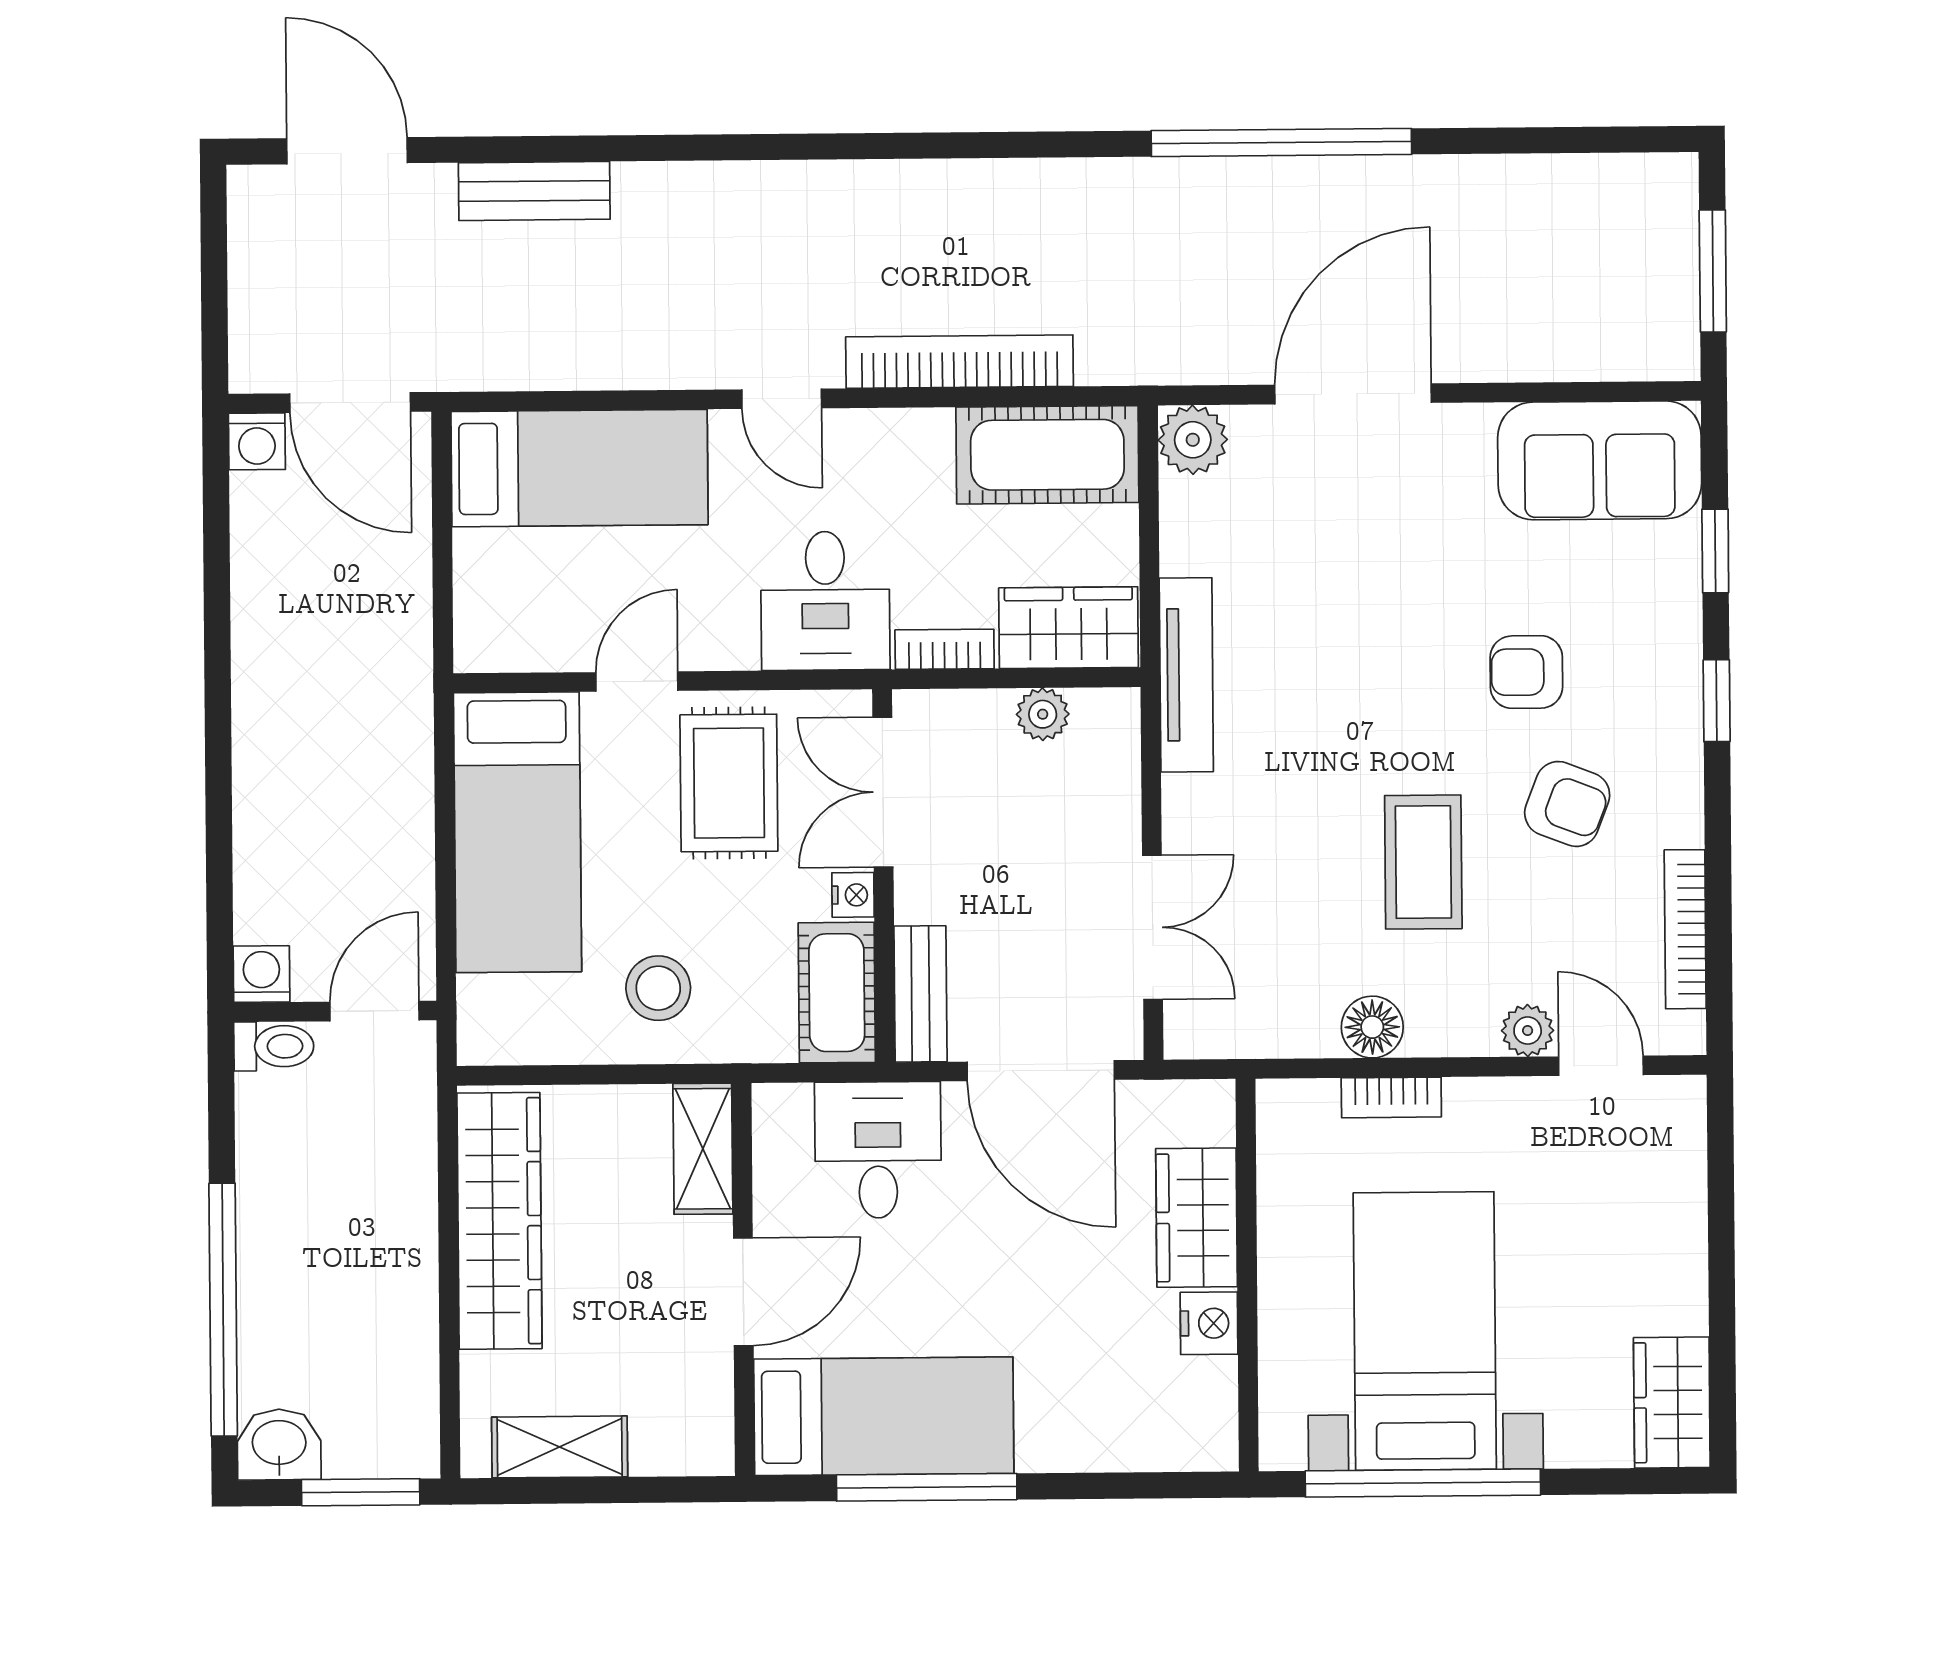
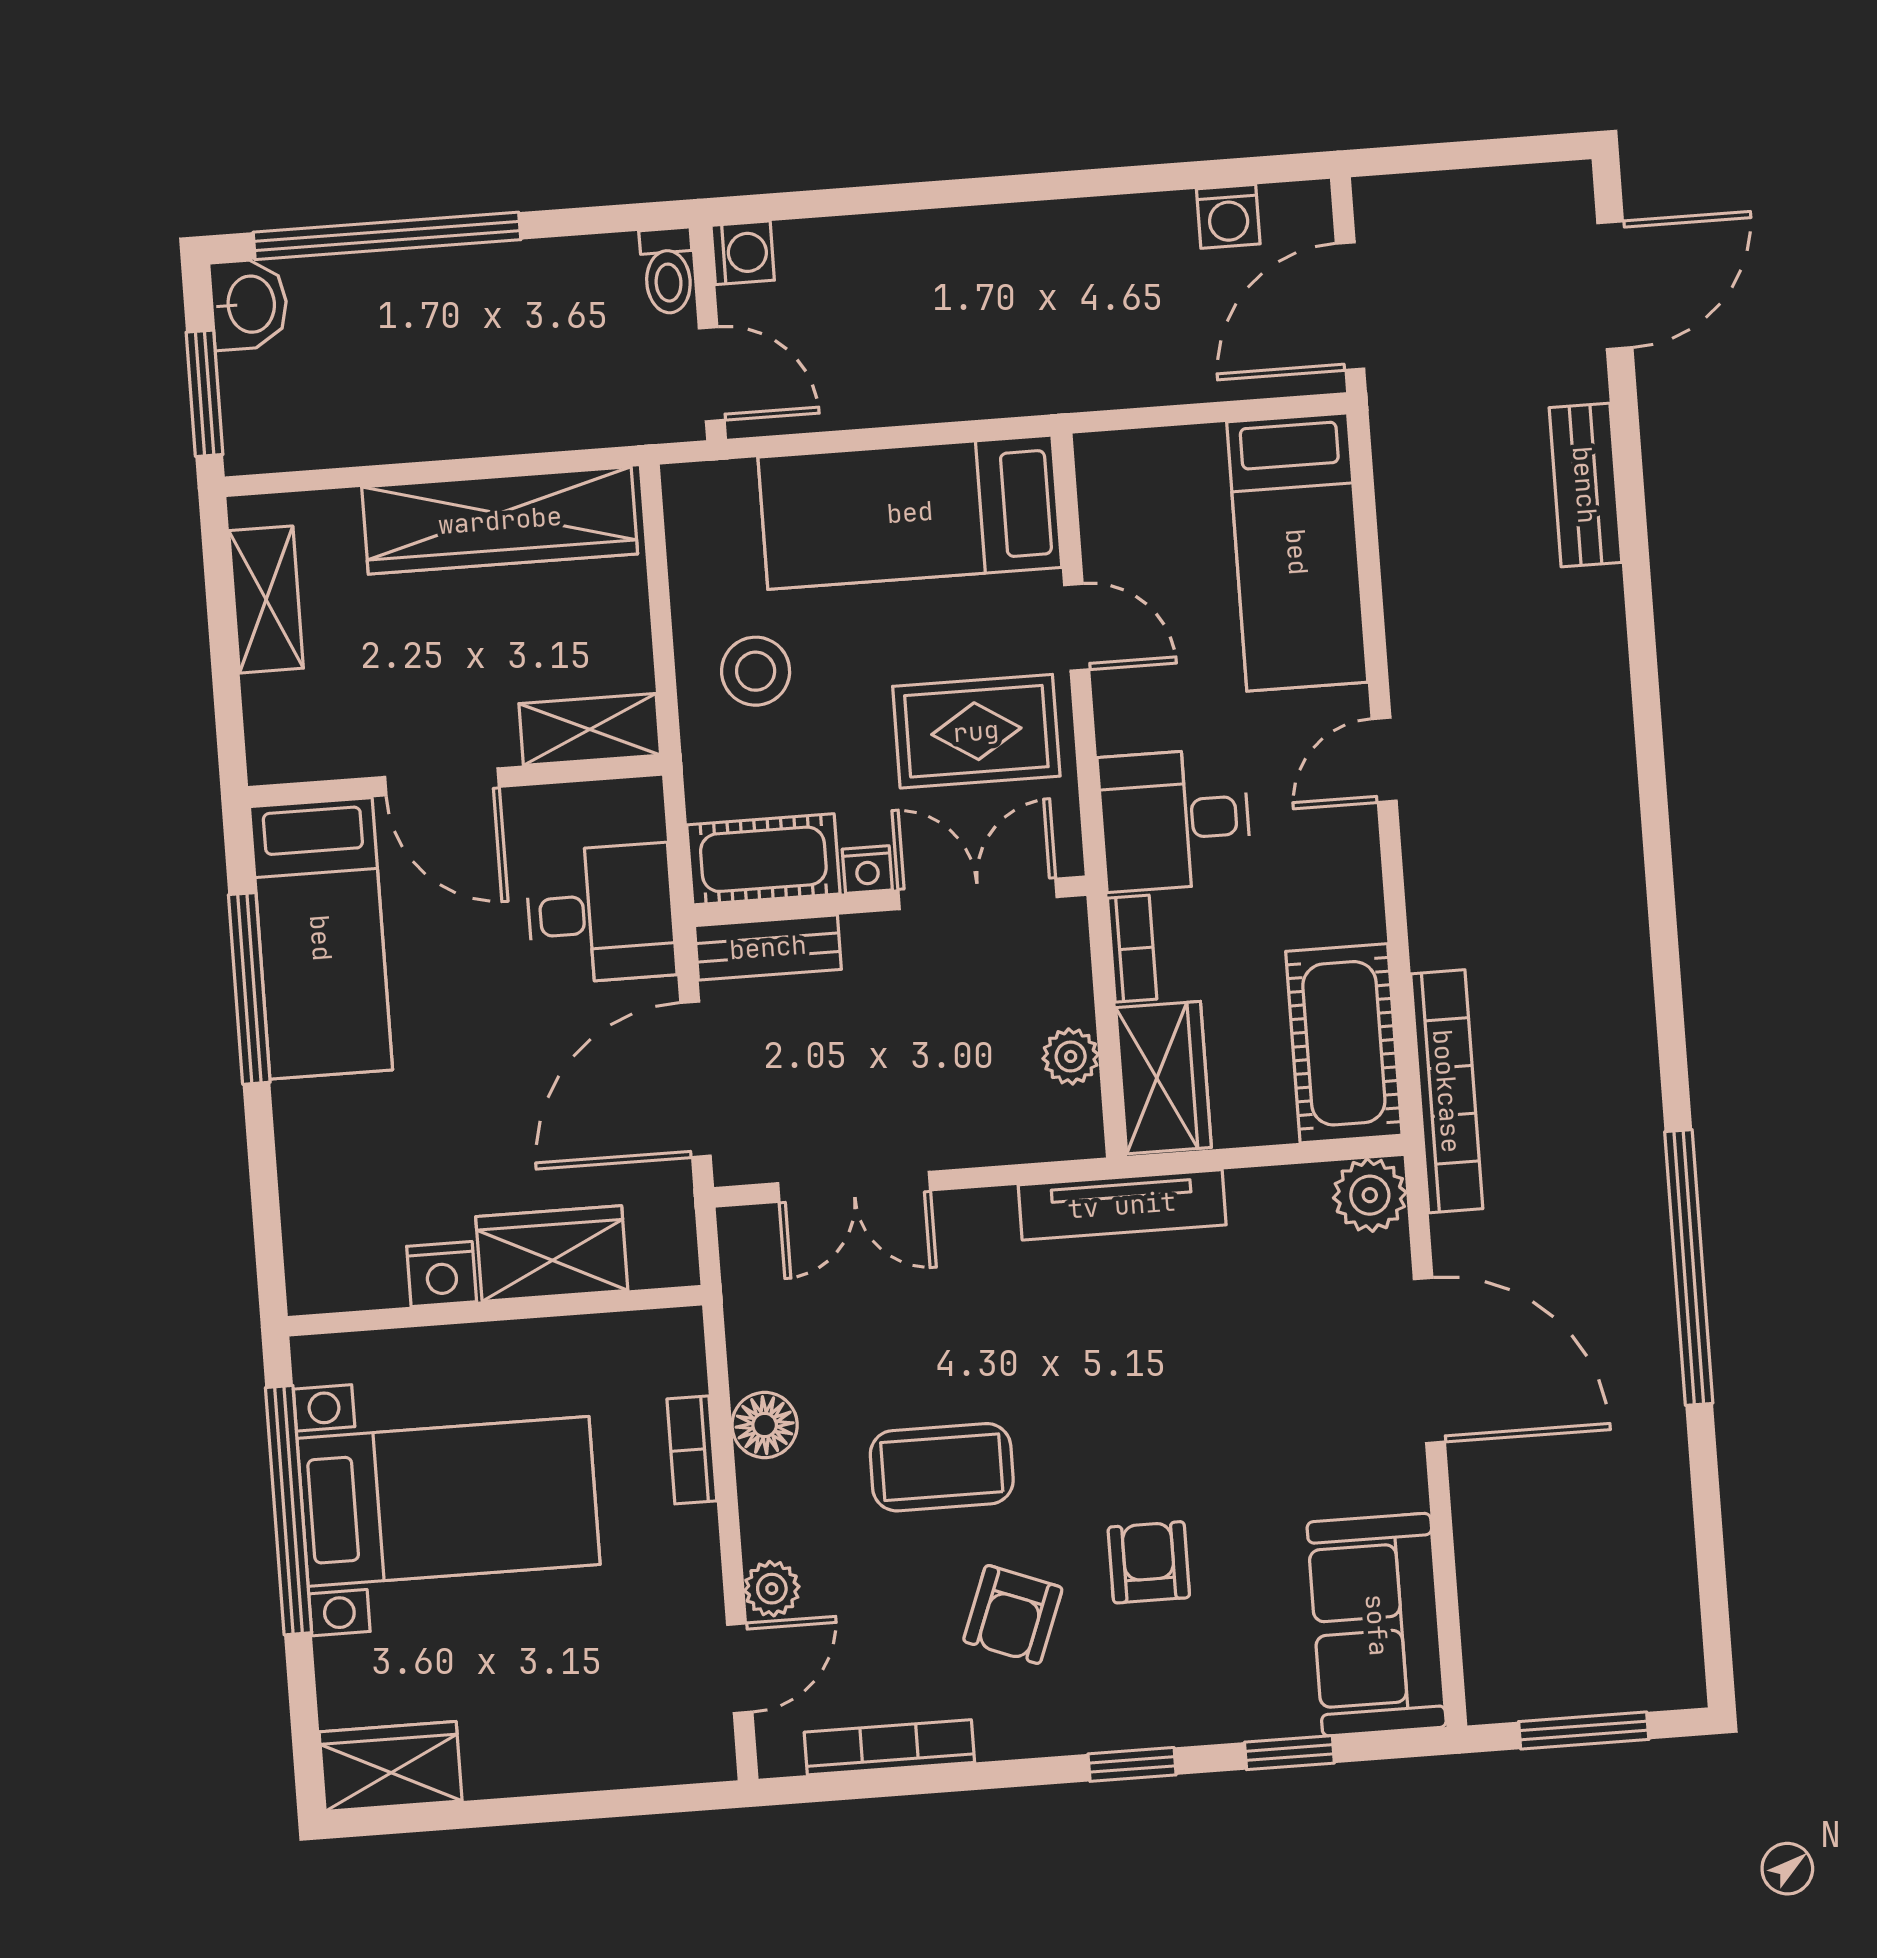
bookcase: (960, 362) -> (1447, 1091), moved
washing machine: (257, 441) -> (1228, 216), moved, turned -90

